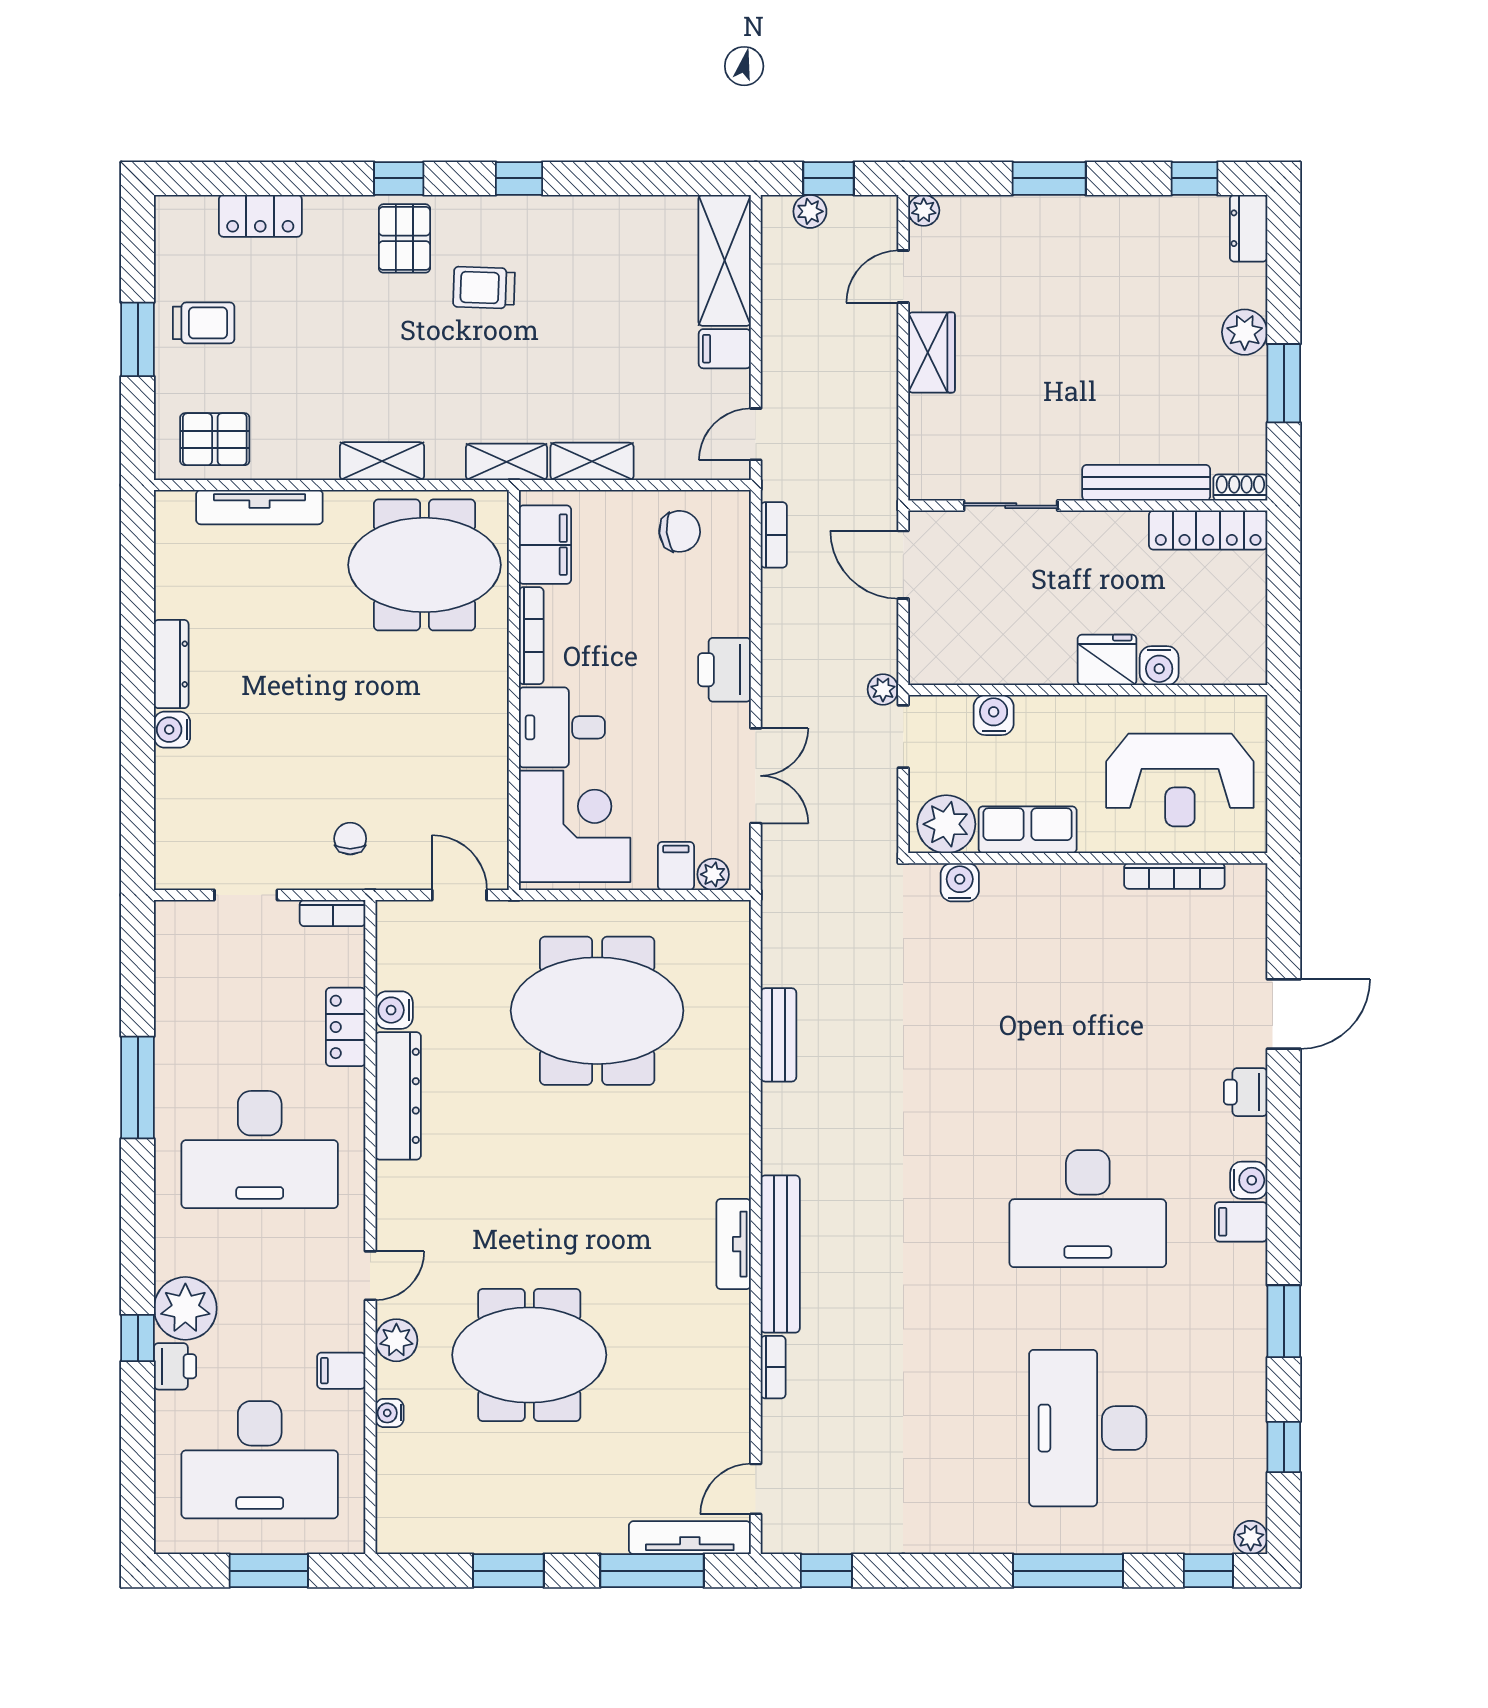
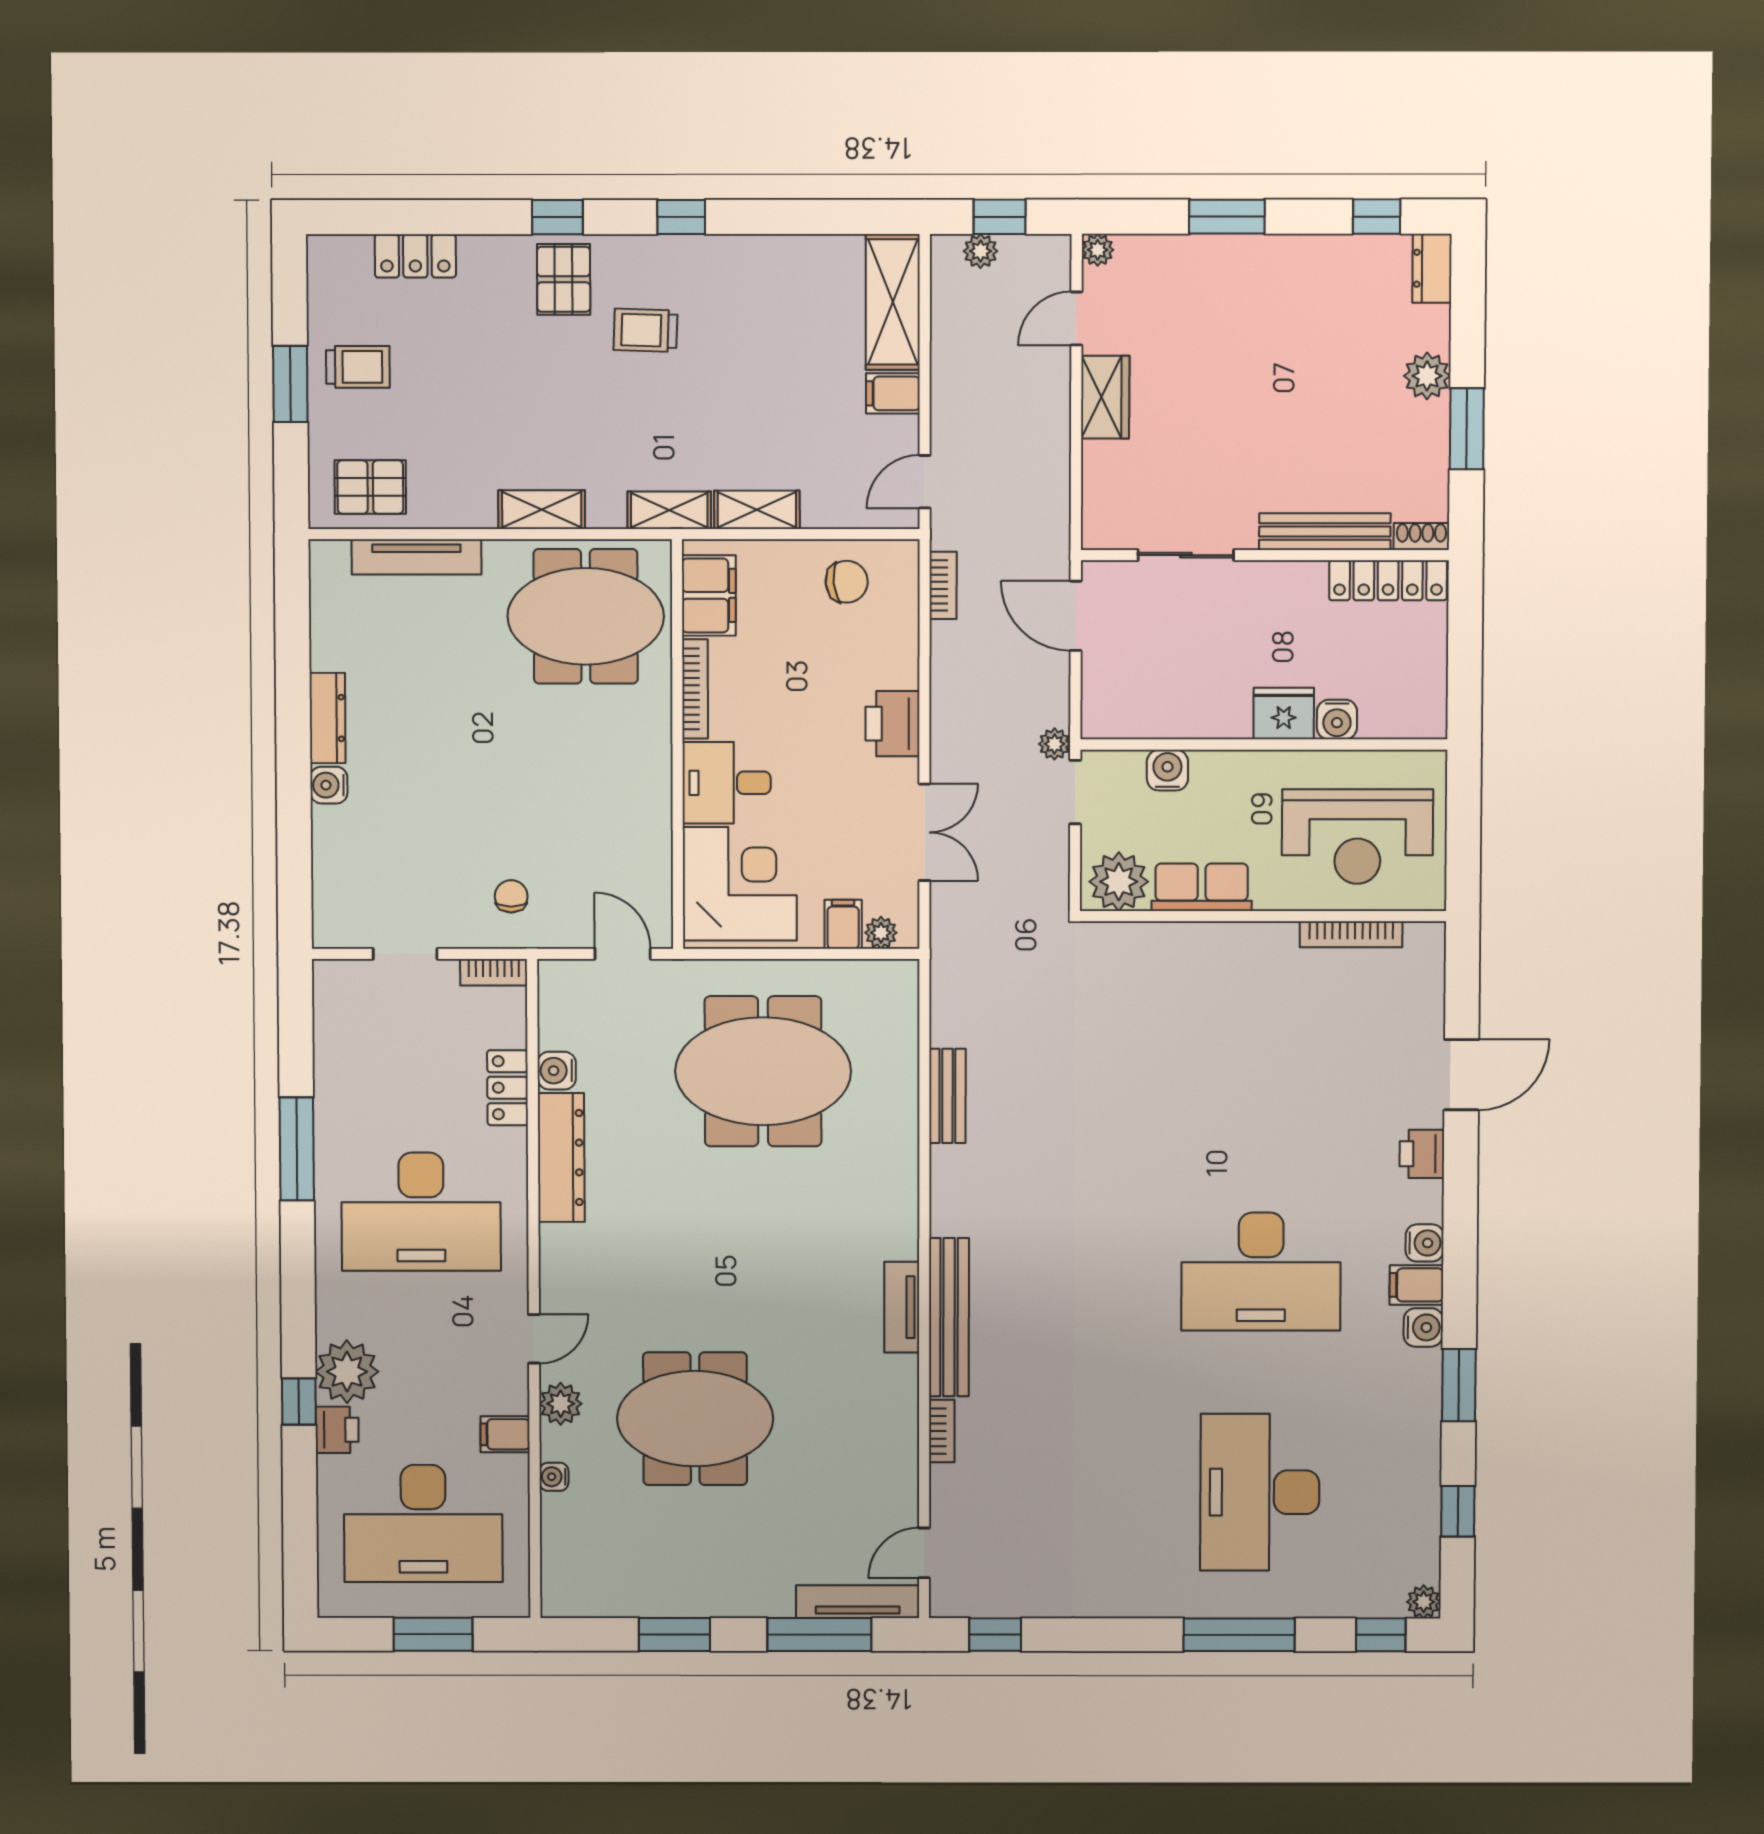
water cooler: (960, 882) -> (1423, 1327), moved, turned 90

